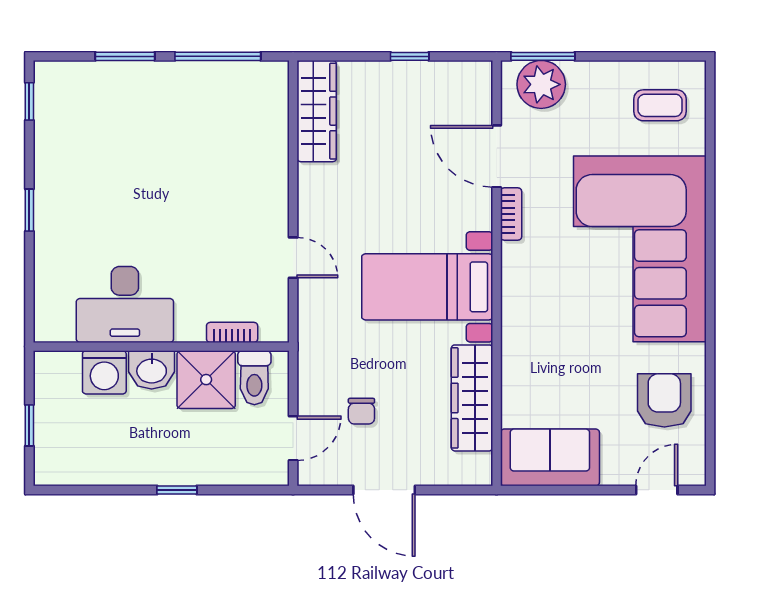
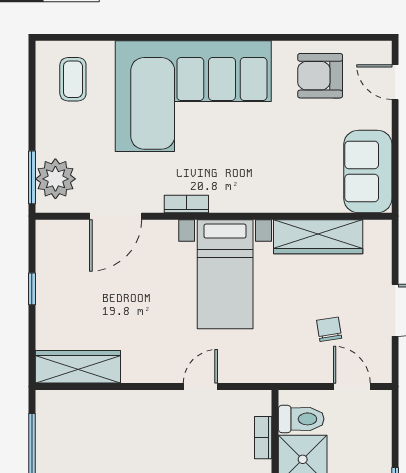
bookcase: (511, 214) -> (186, 204), moved
chair: (361, 411) -> (329, 329), turned -99

